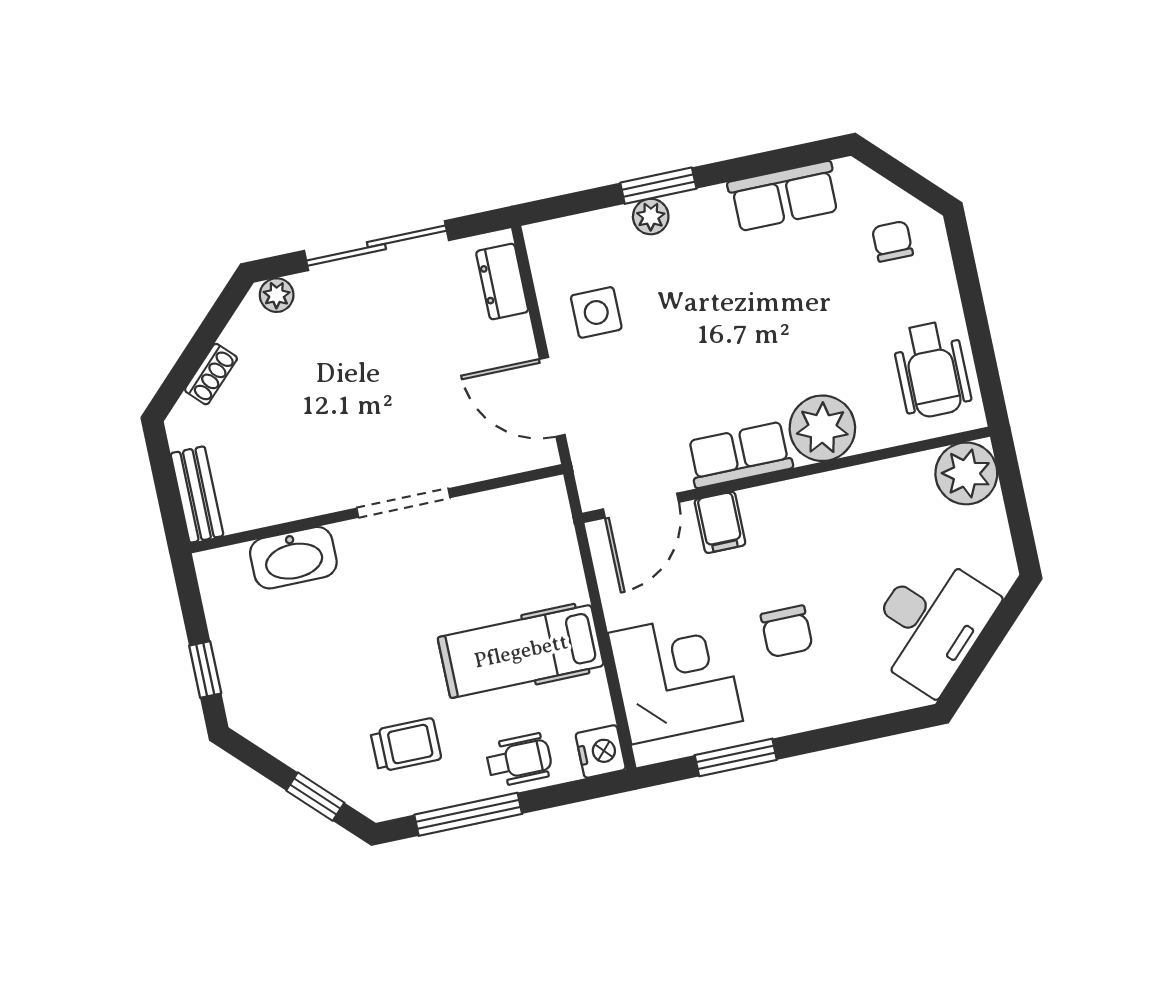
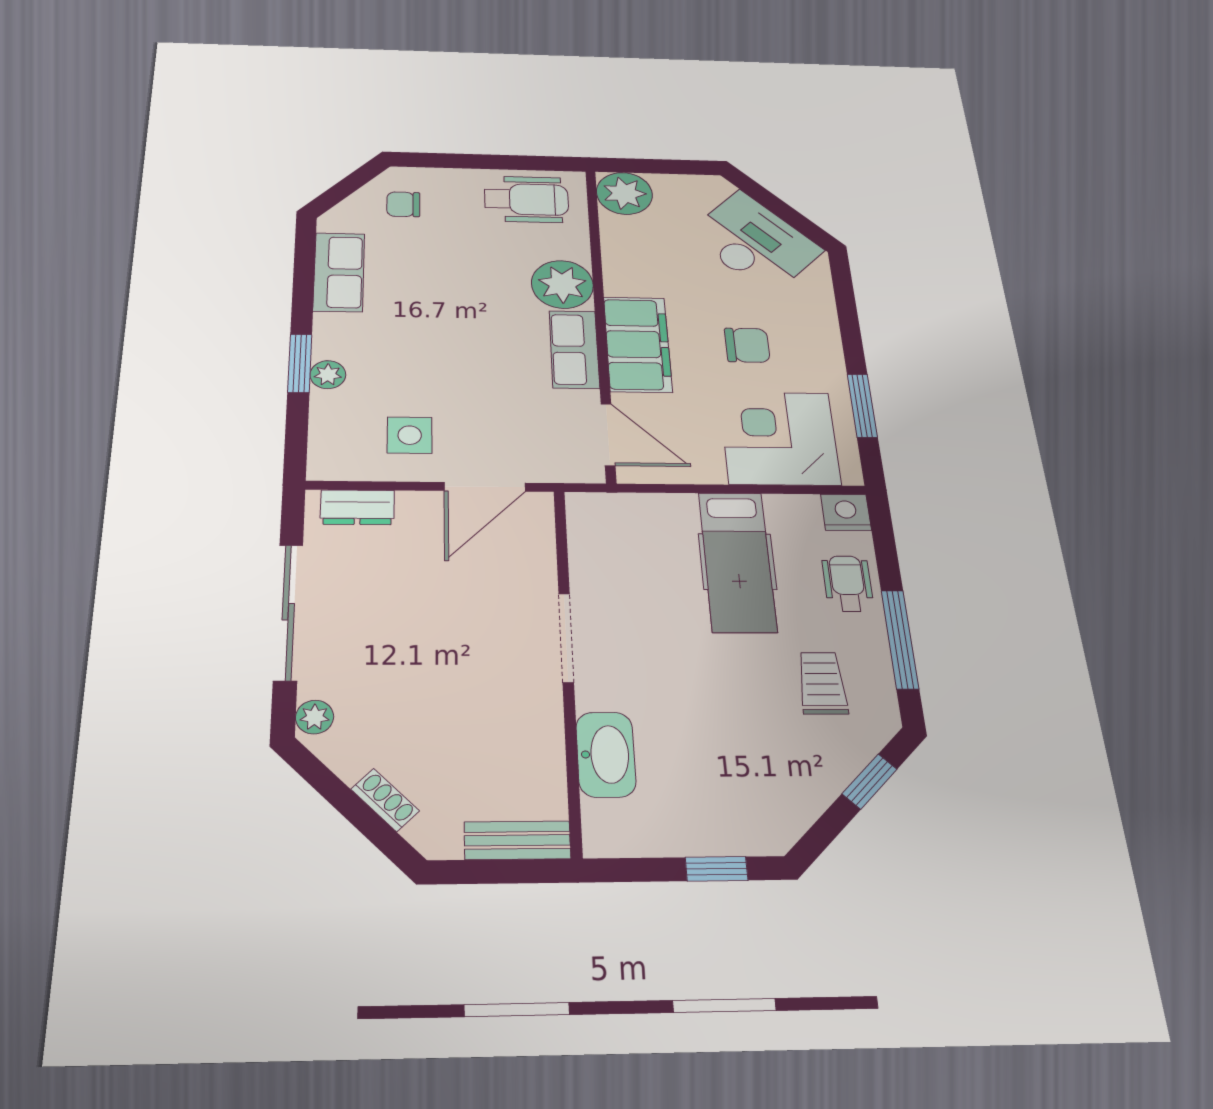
filing cabinet: (720, 522) -> (638, 344), width x3.00, depth x1.17

